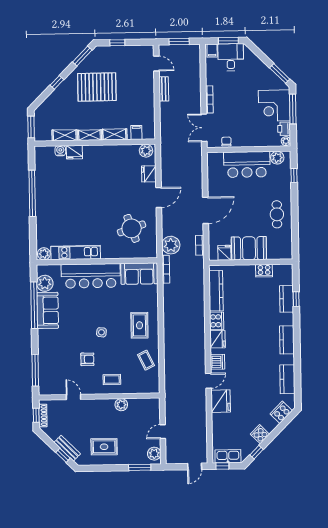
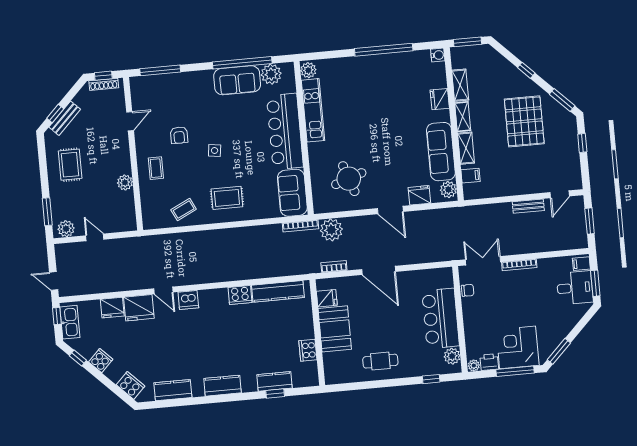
water cooler: (60, 151) -> (438, 55), moved
sofa: (116, 154) -> (441, 152), added
fridge: (218, 339) -> (112, 308), moved

